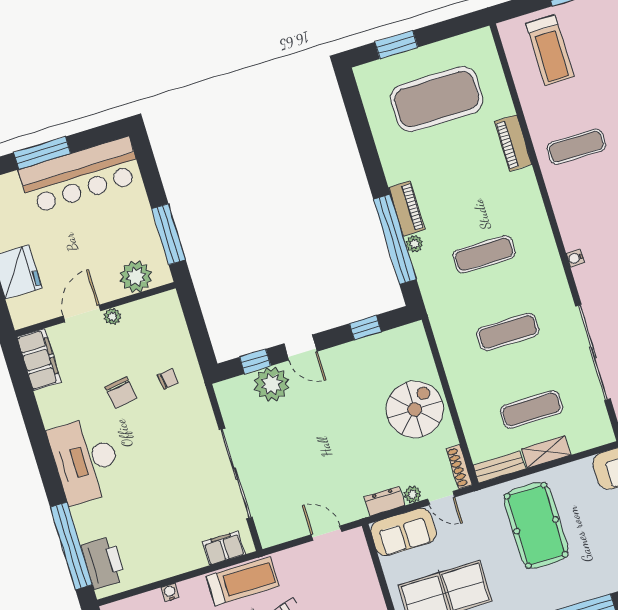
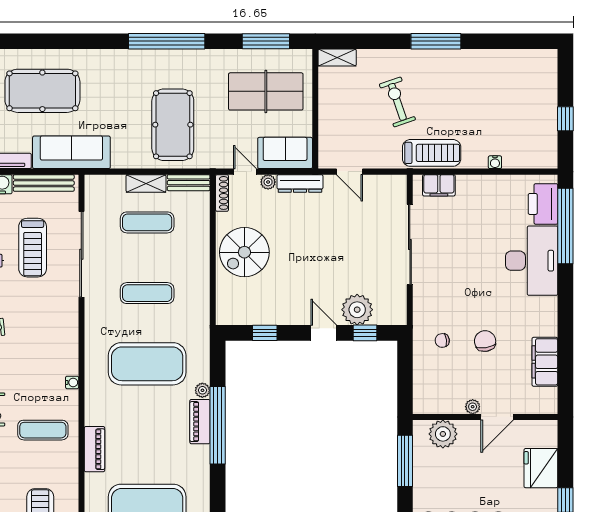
window: (395, 239) -> (218, 425), moved
exercise mat: (484, 254) -> (147, 364), width x2.00, depth x1.45
water cooler: (575, 258) -> (72, 382), moved
filing cabinet: (39, 360) -> (545, 362), moved
desk: (86, 460) -> (532, 261), moved
dresser: (385, 501) -> (300, 183), width x1.44
treadmill: (243, 581) -> (432, 153), turned 180

